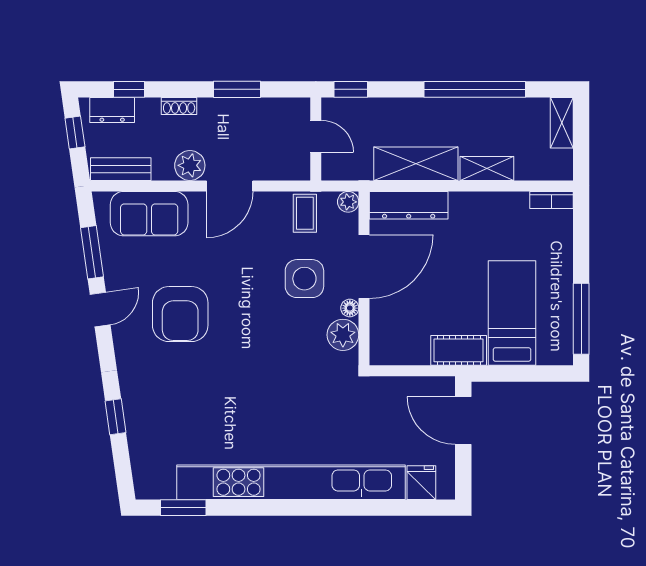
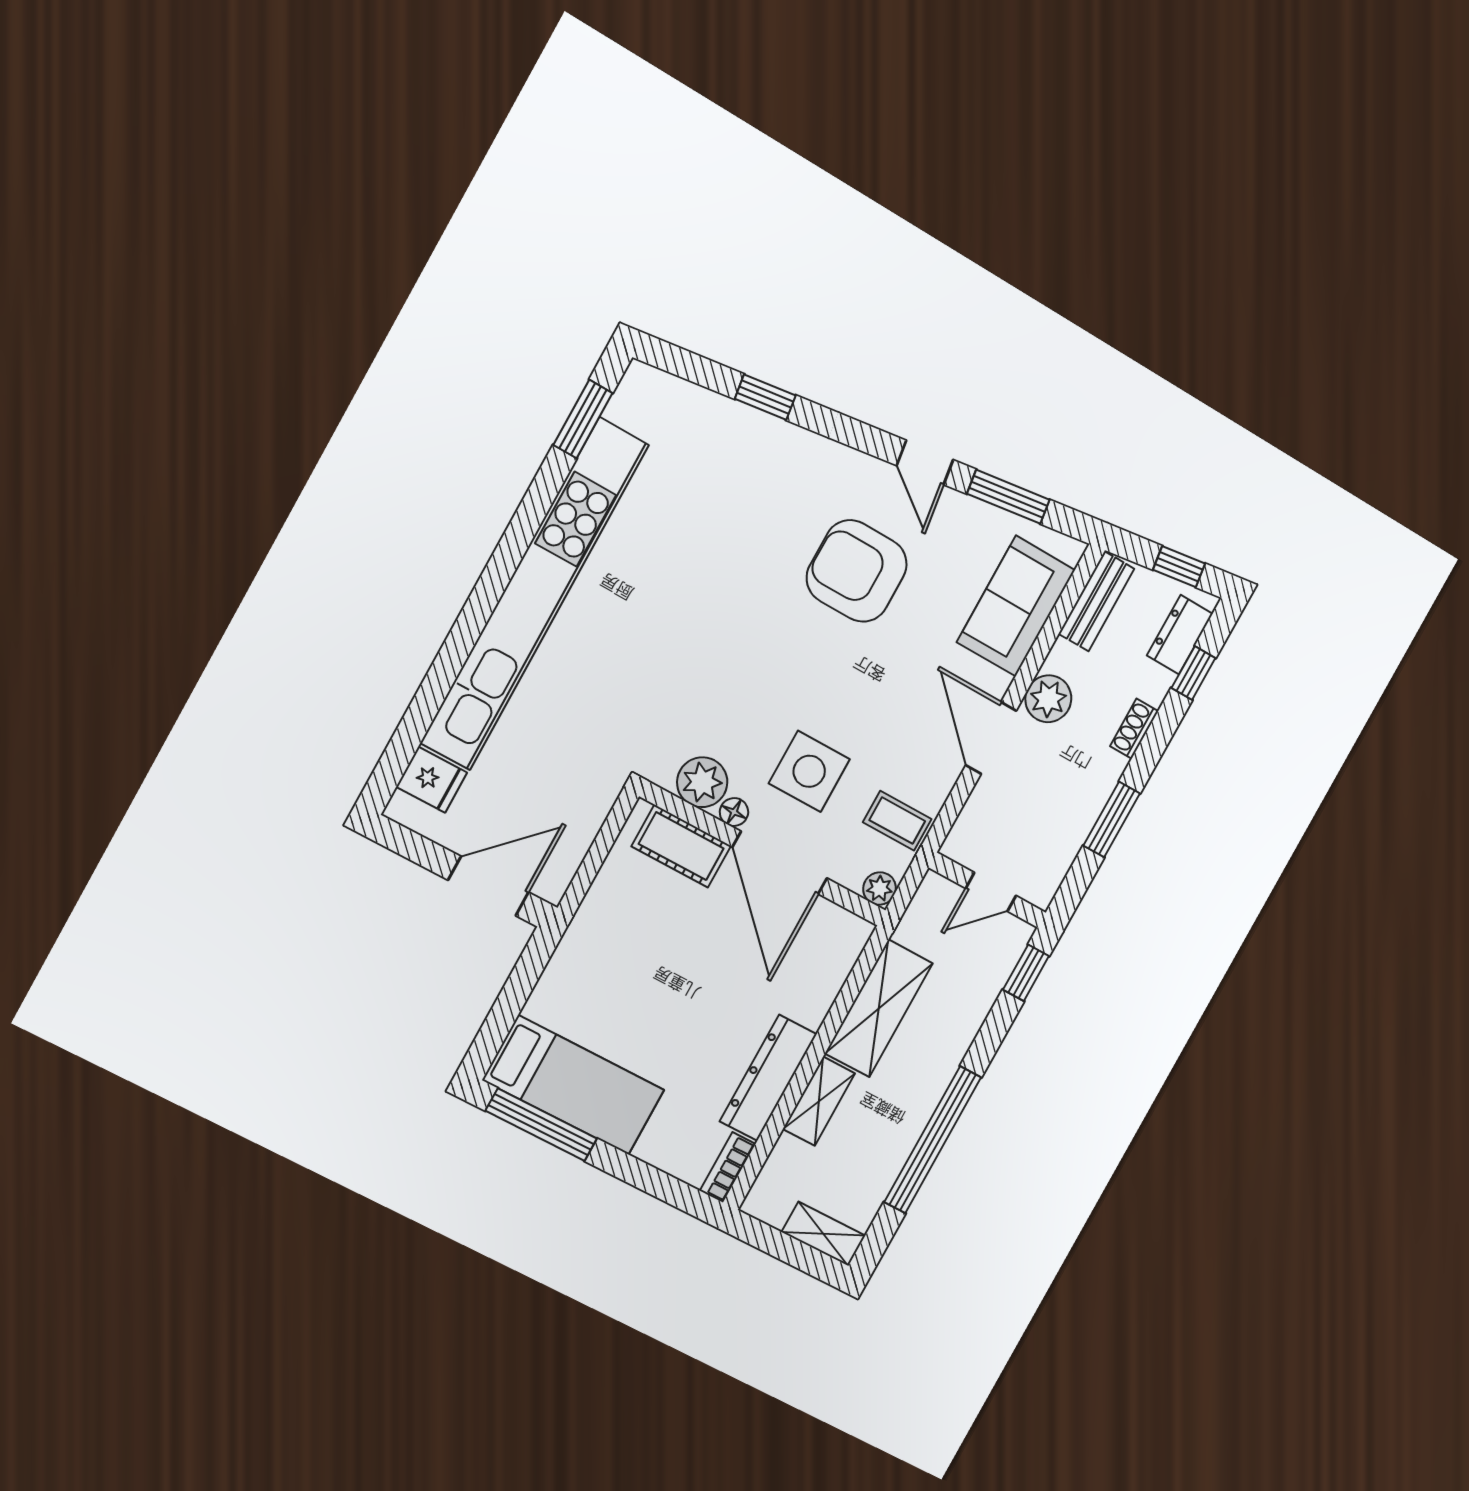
dresser: (409, 205) -> (768, 1078), moved
bed: (512, 313) -> (574, 1085), moved
cot: (459, 350) -> (681, 846), moved, turned 90

